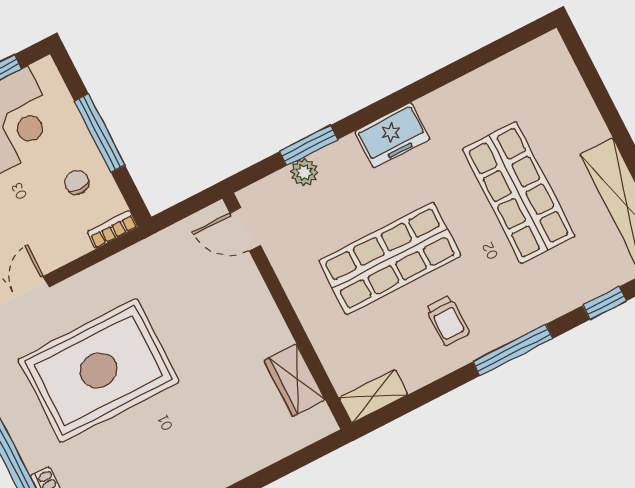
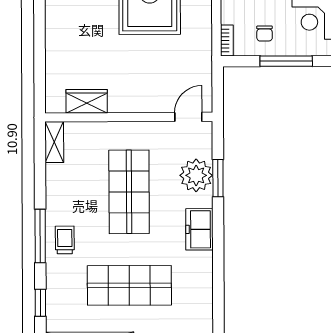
plant: (304, 172) -> (196, 175), width x1.88, depth x1.88
chair: (77, 182) -> (265, 34), turned 90
trolley: (447, 321) -> (65, 240), moved, turned 90

